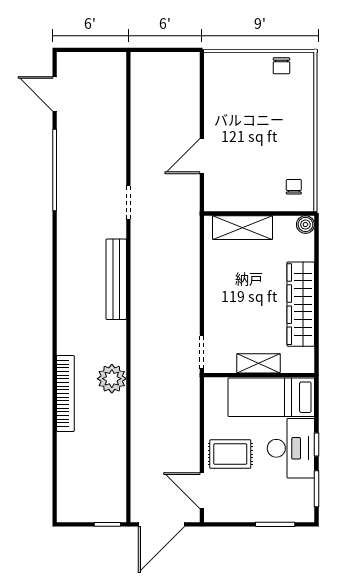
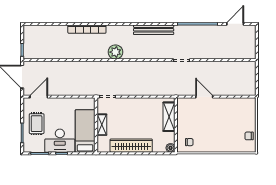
bench: (116, 279) -> (154, 30), moved
plant: (112, 379) -> (115, 52), moved
rug: (230, 454) -> (37, 124), moved

